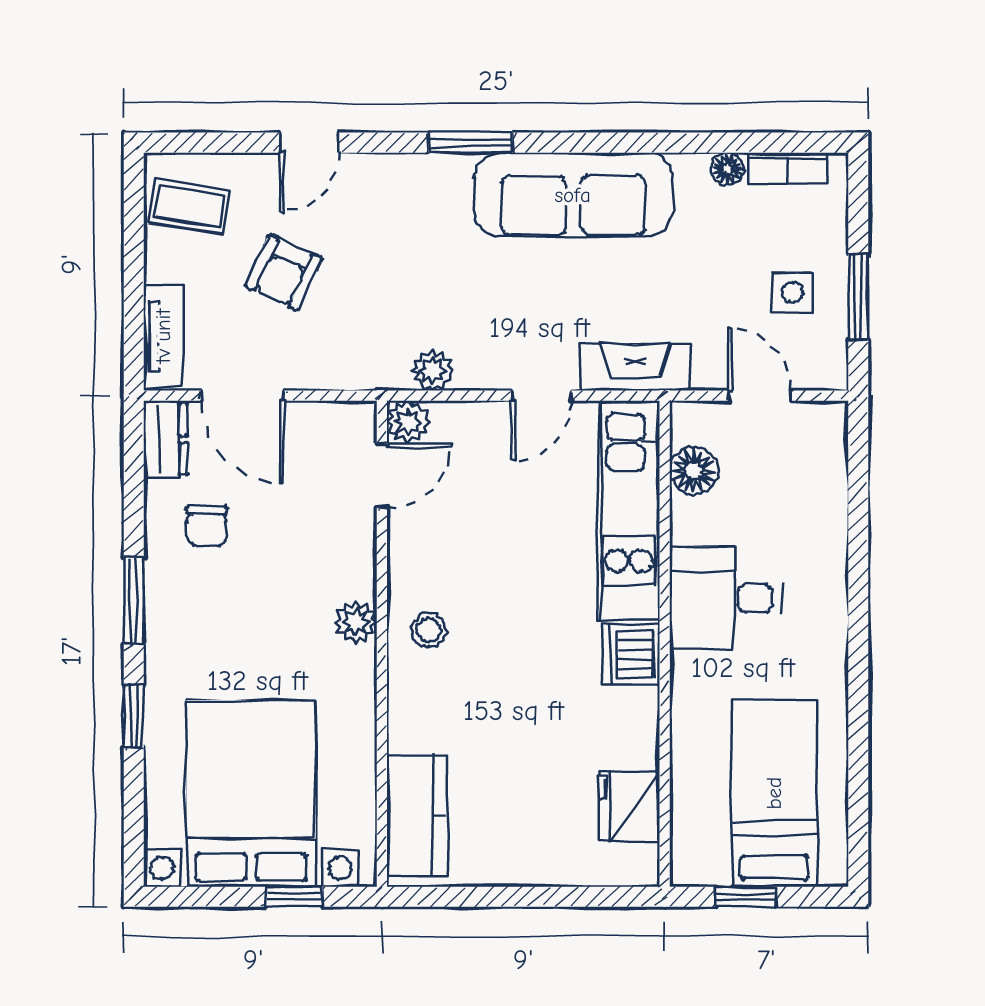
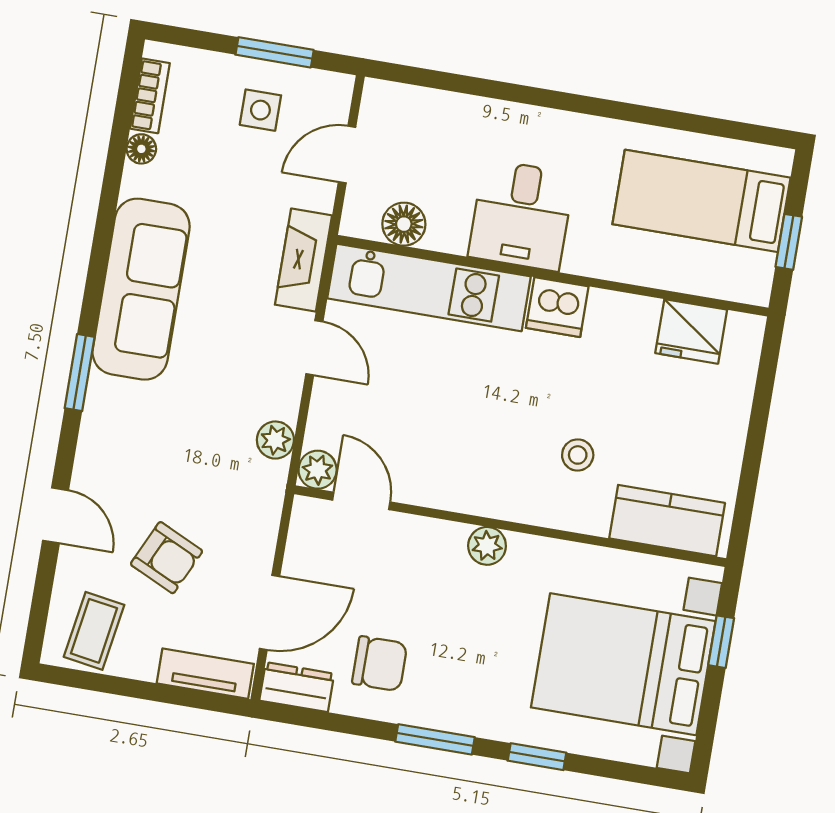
chair: (207, 526) -> (380, 664), width x1.37, depth x1.37
stool: (428, 630) -> (578, 455), moved

